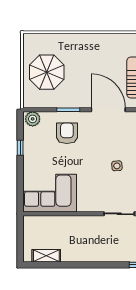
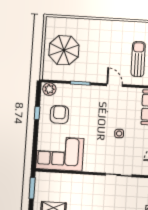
door: (108, 110) -> (115, 85), width x0.53
armchair: (67, 133) -> (59, 115), moved
window: (20, 235) -> (32, 188), added

